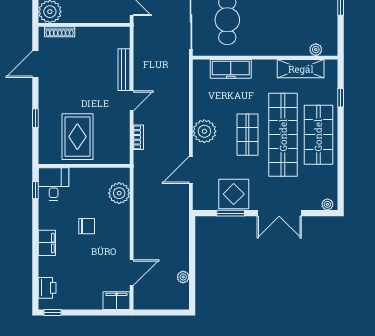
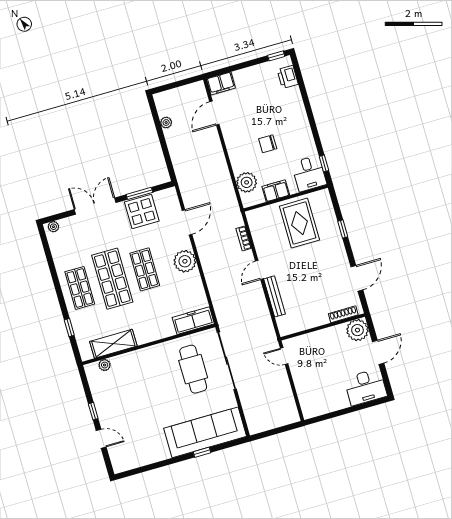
freezer: (231, 69) -> (193, 321), moved
shop shelf: (283, 135) -> (112, 279), width x0.71
shop shelf: (318, 135) -> (80, 288), width x0.70, depth x0.74
filing cabinet: (47, 243) -> (276, 191), moved, turned 90

